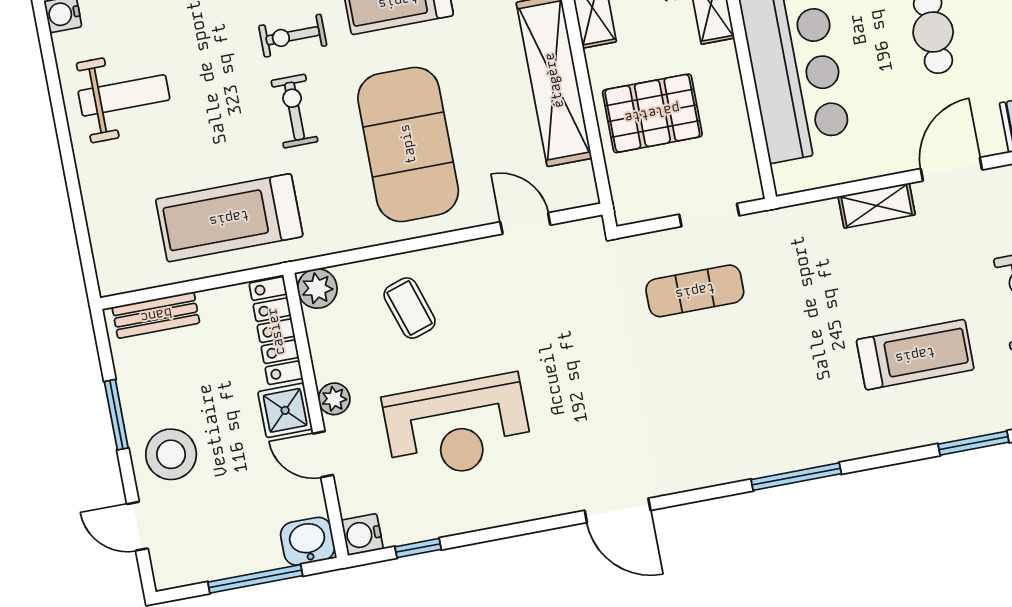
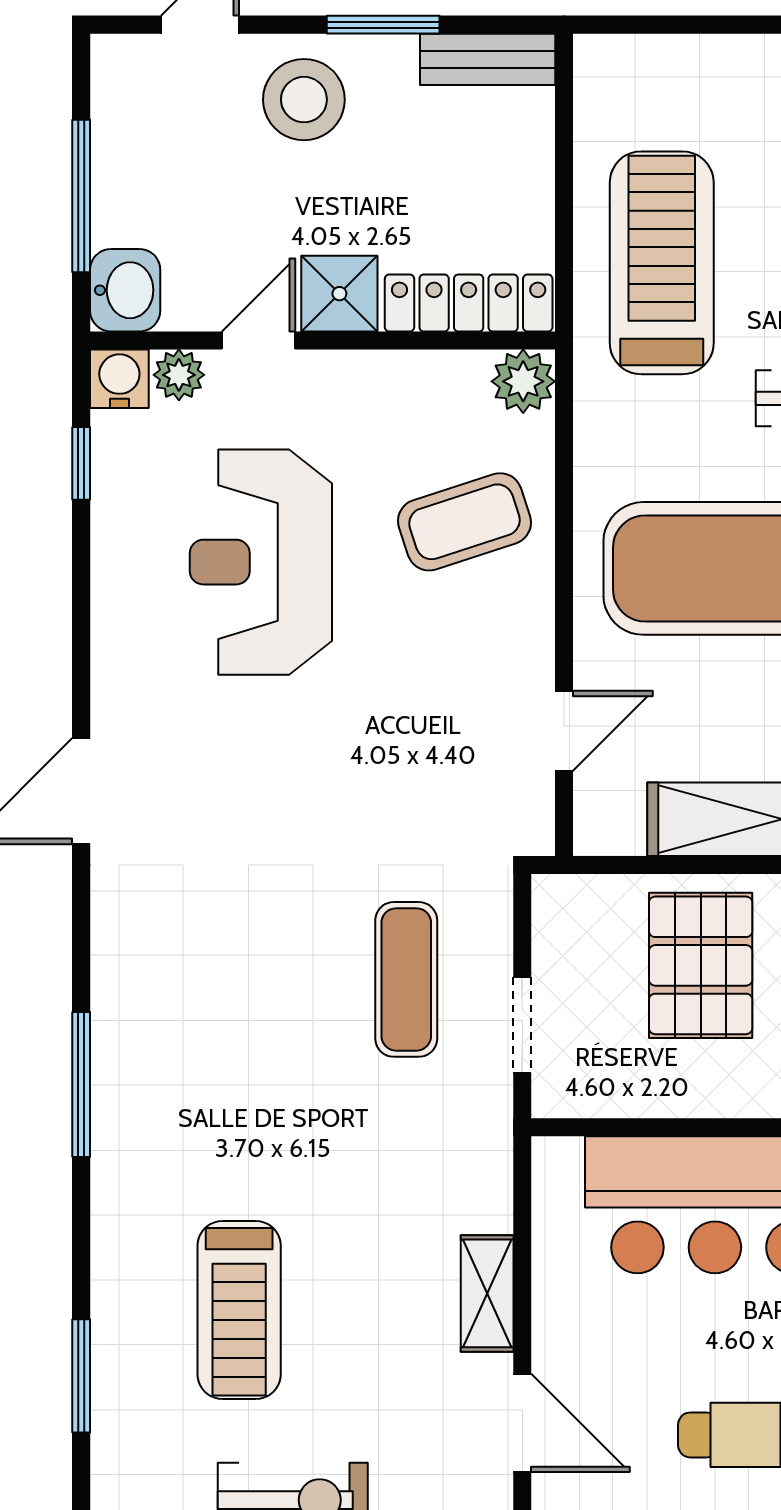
coffee table: (410, 308) -> (465, 522), width x1.36, depth x1.30
bench: (156, 315) -> (488, 59), moved, turned 90
plant: (334, 399) -> (179, 375), moved

